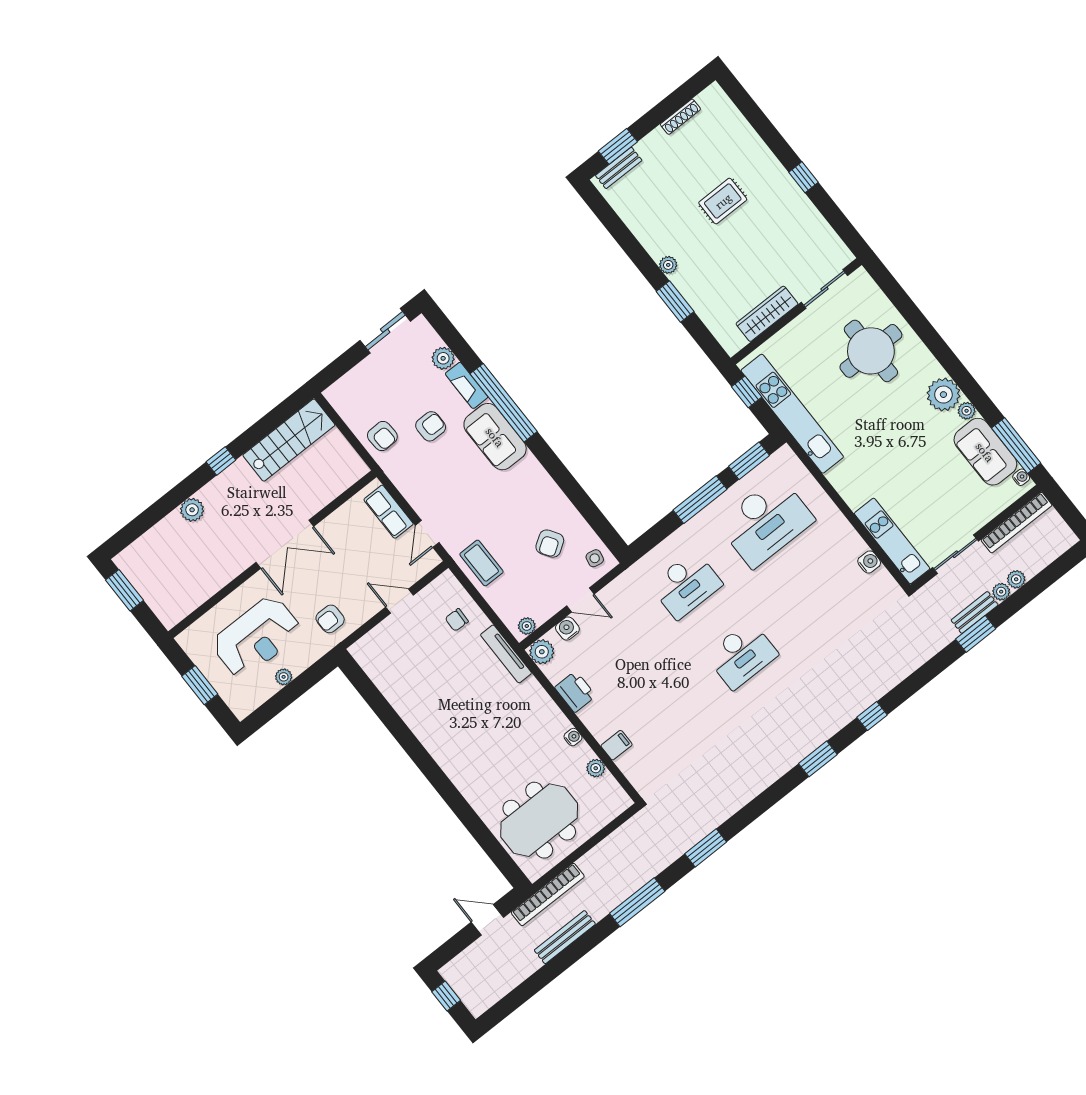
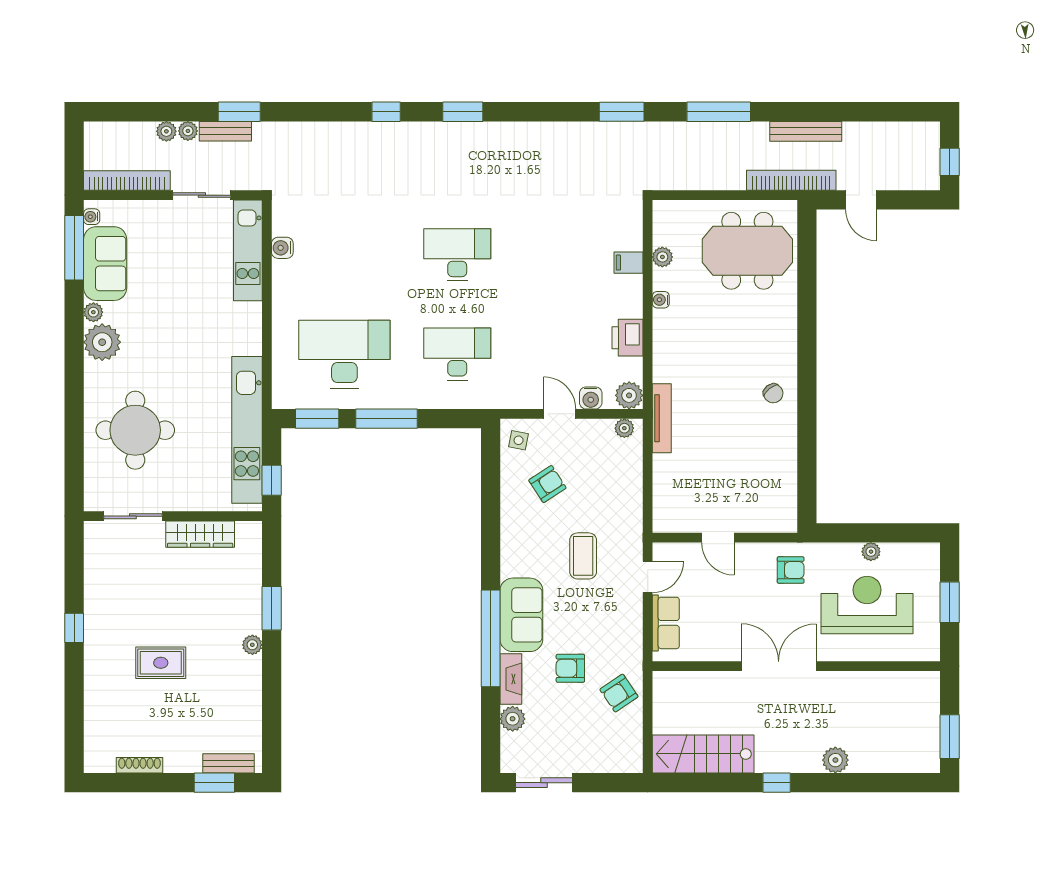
armchair: (382, 436) -> (619, 693), turned -122
coffee table: (481, 563) -> (583, 556), moved
chair: (457, 620) -> (773, 393), moved, turned 49

